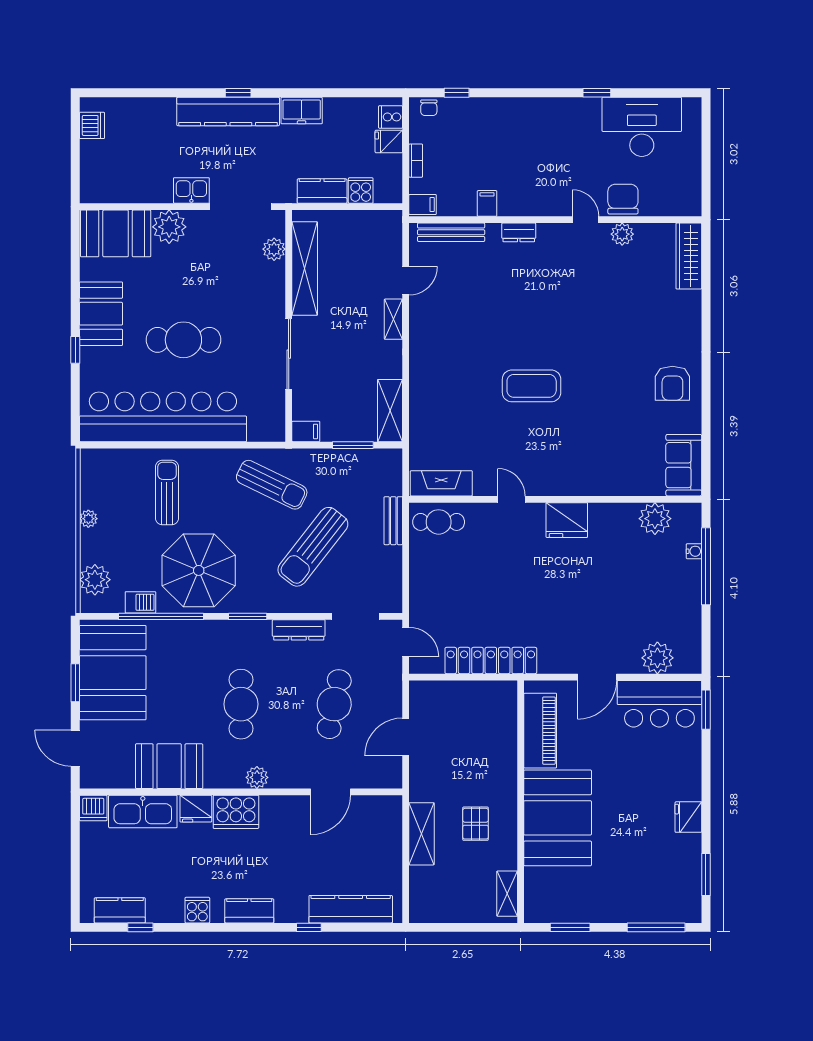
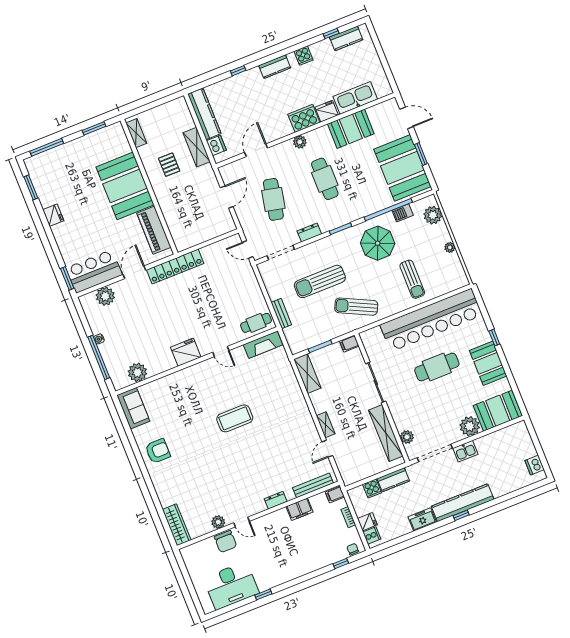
filing cabinet: (487, 203) -> (300, 509), width x2.00
armchair: (672, 383) -> (158, 451), turned 90
sun lounger: (313, 547) -> (320, 281), turned -128
water cooler: (694, 551) -> (99, 339), moved
parasol: (199, 570) -> (378, 243), width x0.73, depth x0.73
dresser: (299, 630) -> (309, 232), width x0.70
locker: (491, 661) -> (175, 267), moved
dishwasher: (93, 808) -> (216, 145), moved, turned 90
kitchen counter: (351, 909) -> (204, 114), moved, turned -90

